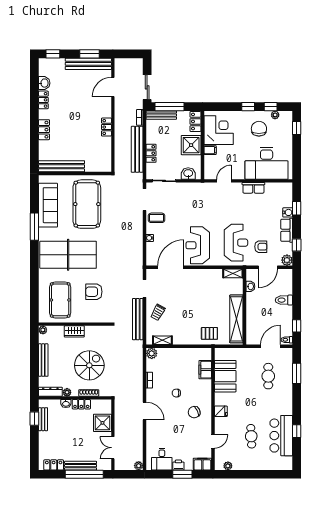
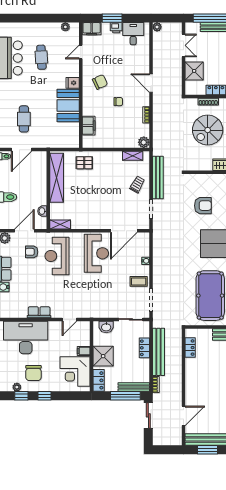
locker: (106, 127) -> (190, 348), moved
booth: (225, 376) -> (68, 105), moved

